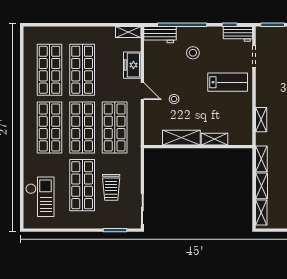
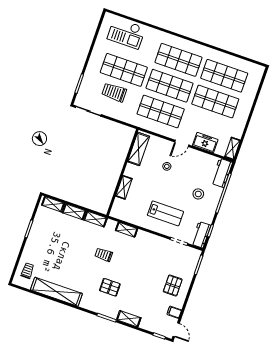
lab bench: (228, 82) -> (165, 213), turned -90
shelving: (181, 138) -> (139, 149), moved

